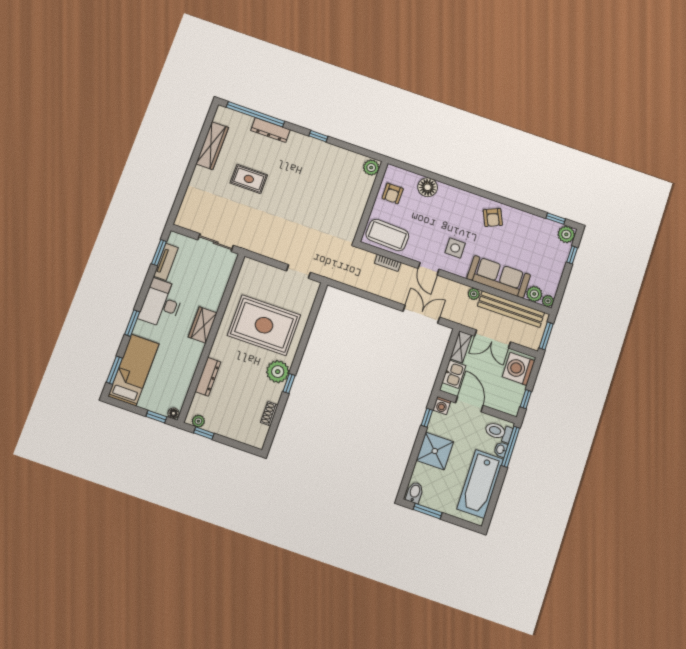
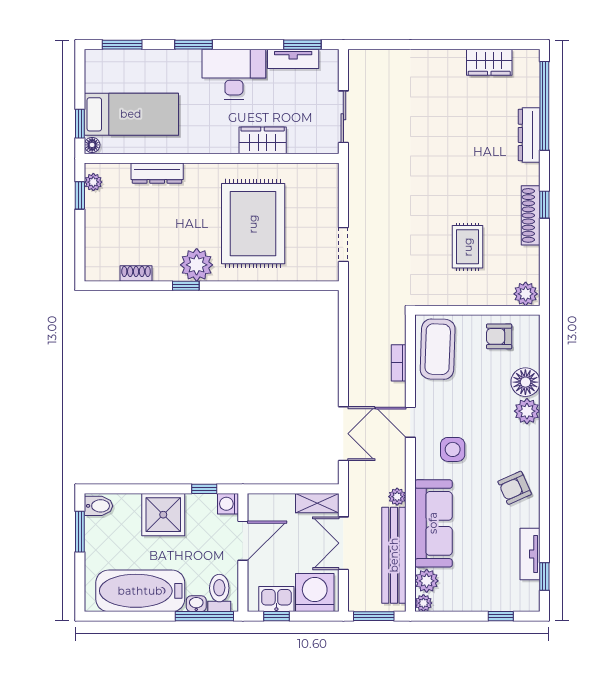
wardrobe: (212, 146) -> (489, 62), width x0.67
shoe rack: (322, 147) -> (531, 215), added
rug: (249, 179) -> (468, 247), moved
tv unit: (538, 223) -> (530, 554), added
plant: (566, 234) -> (527, 411), moved
door: (429, 269) -> (410, 422), hinge flipped
wardrobe: (203, 325) -> (263, 140), moved
bed: (134, 370) -> (131, 114), moved
kitchen sink: (454, 374) -> (276, 599), moved, turned 180

